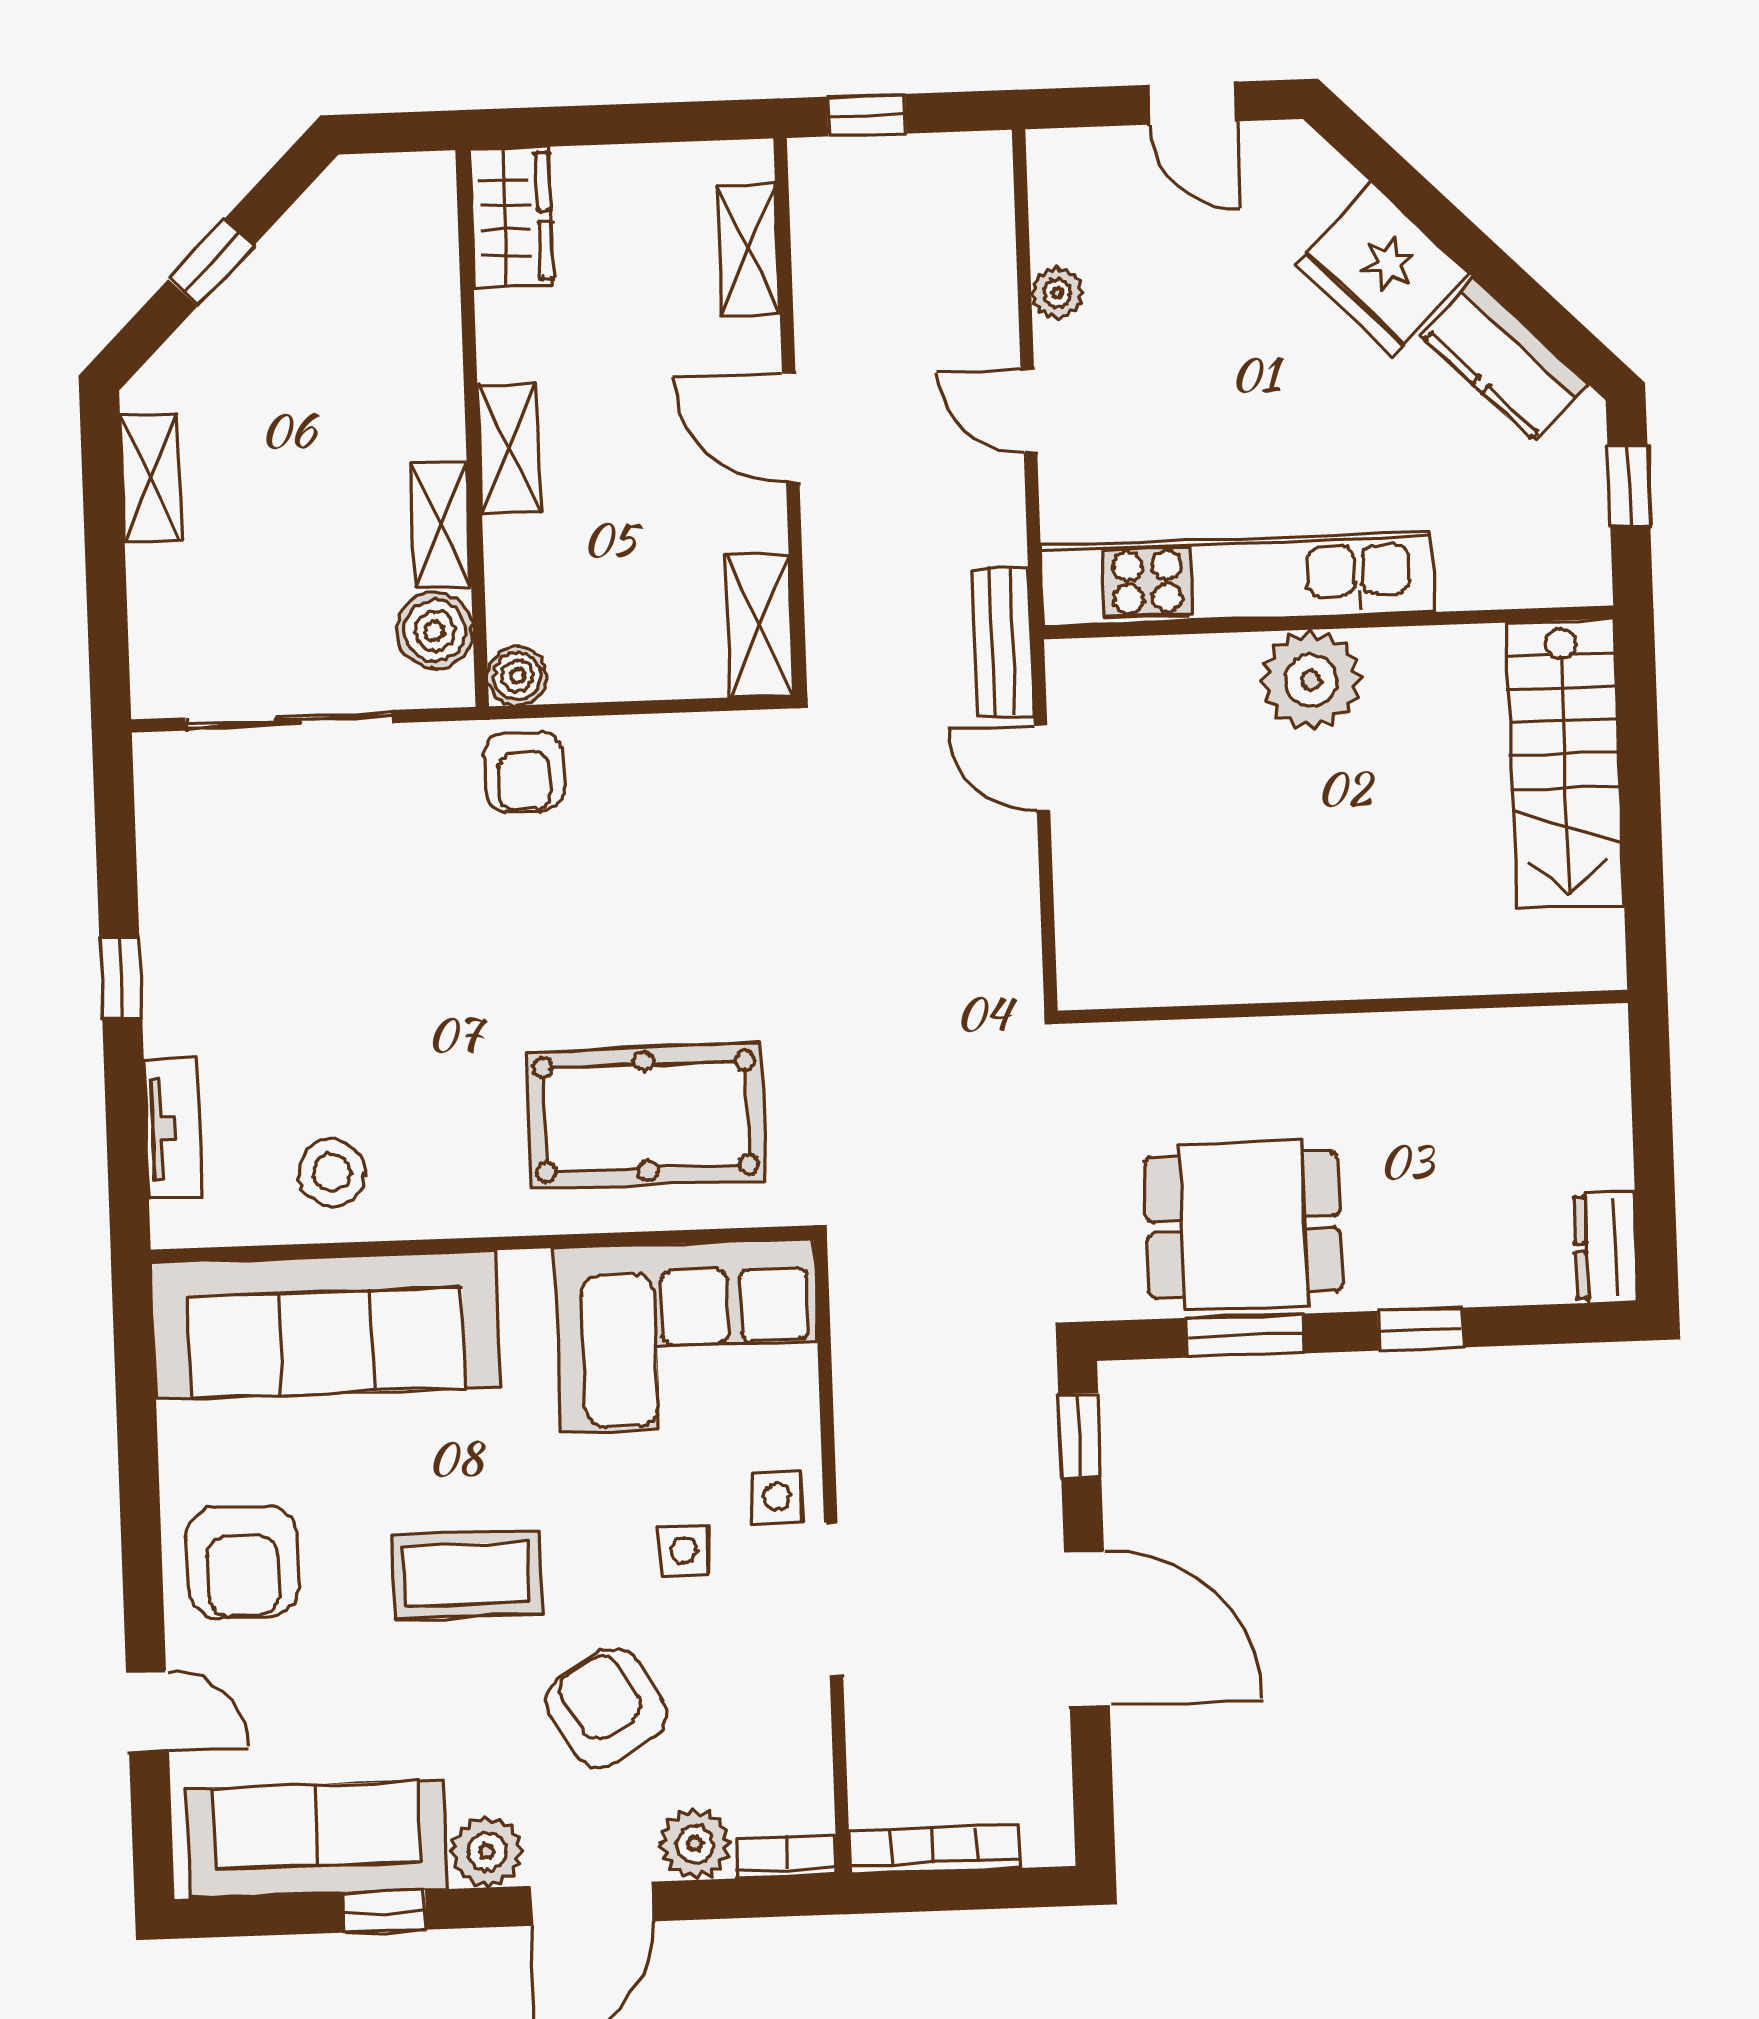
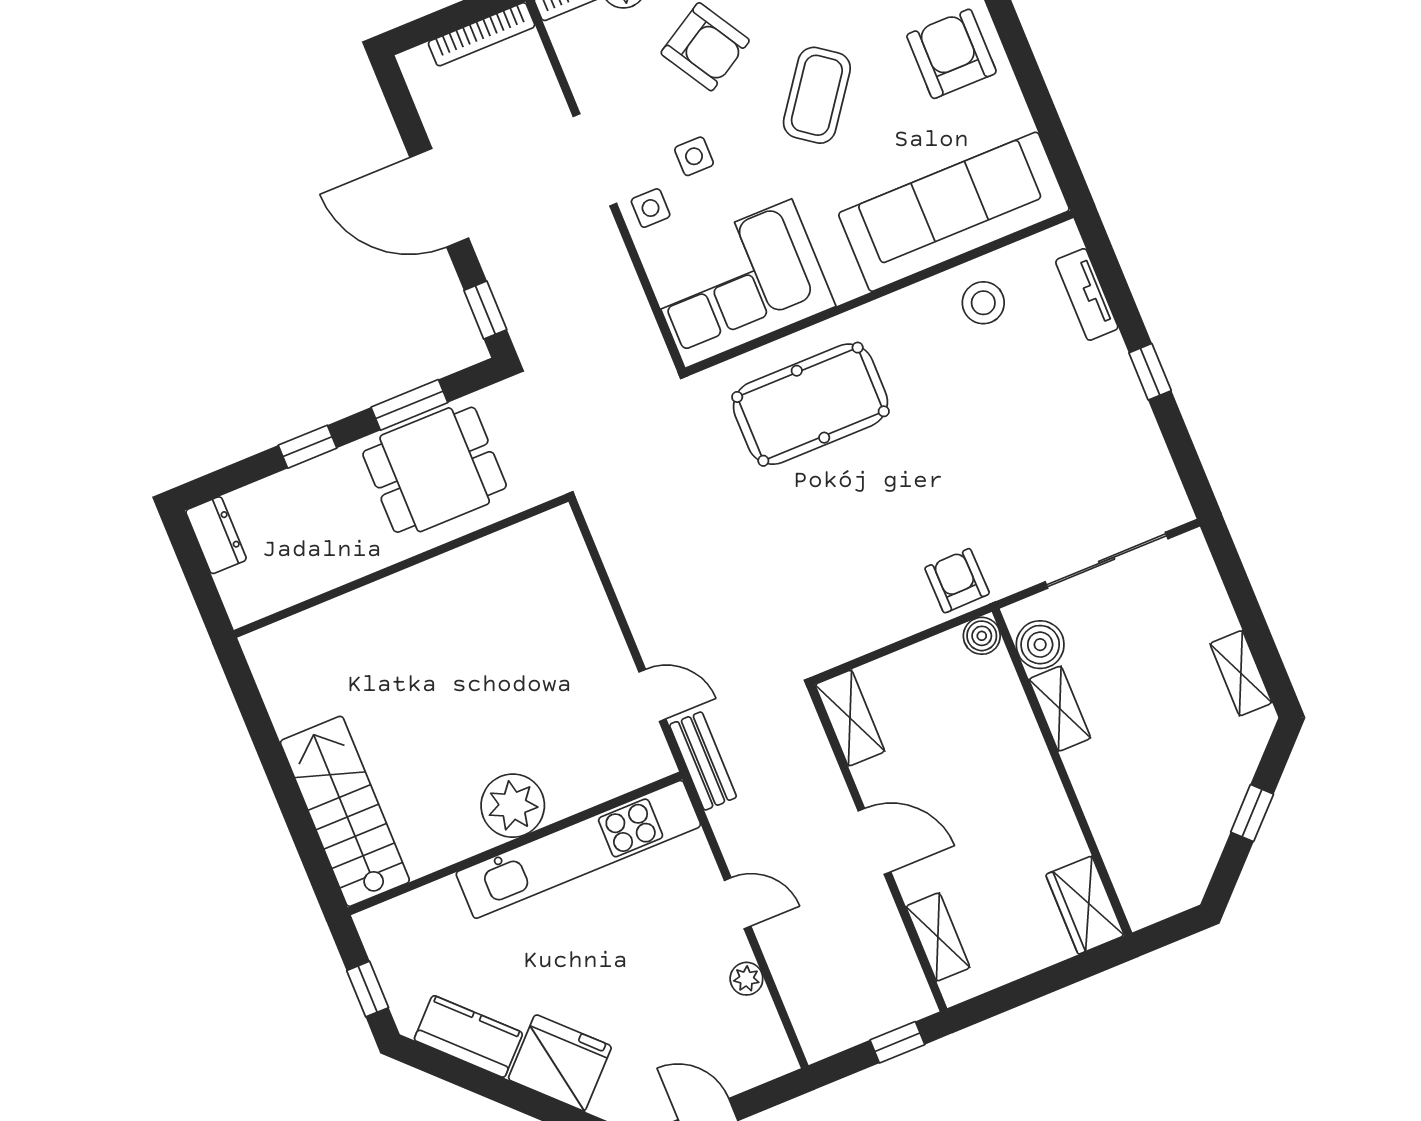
shelving: (509, 449) -> (1036, 768), removed
wall: (1343, 1007) -> (401, 566), moved
coffee table: (466, 1574) -> (817, 95), turned -54

